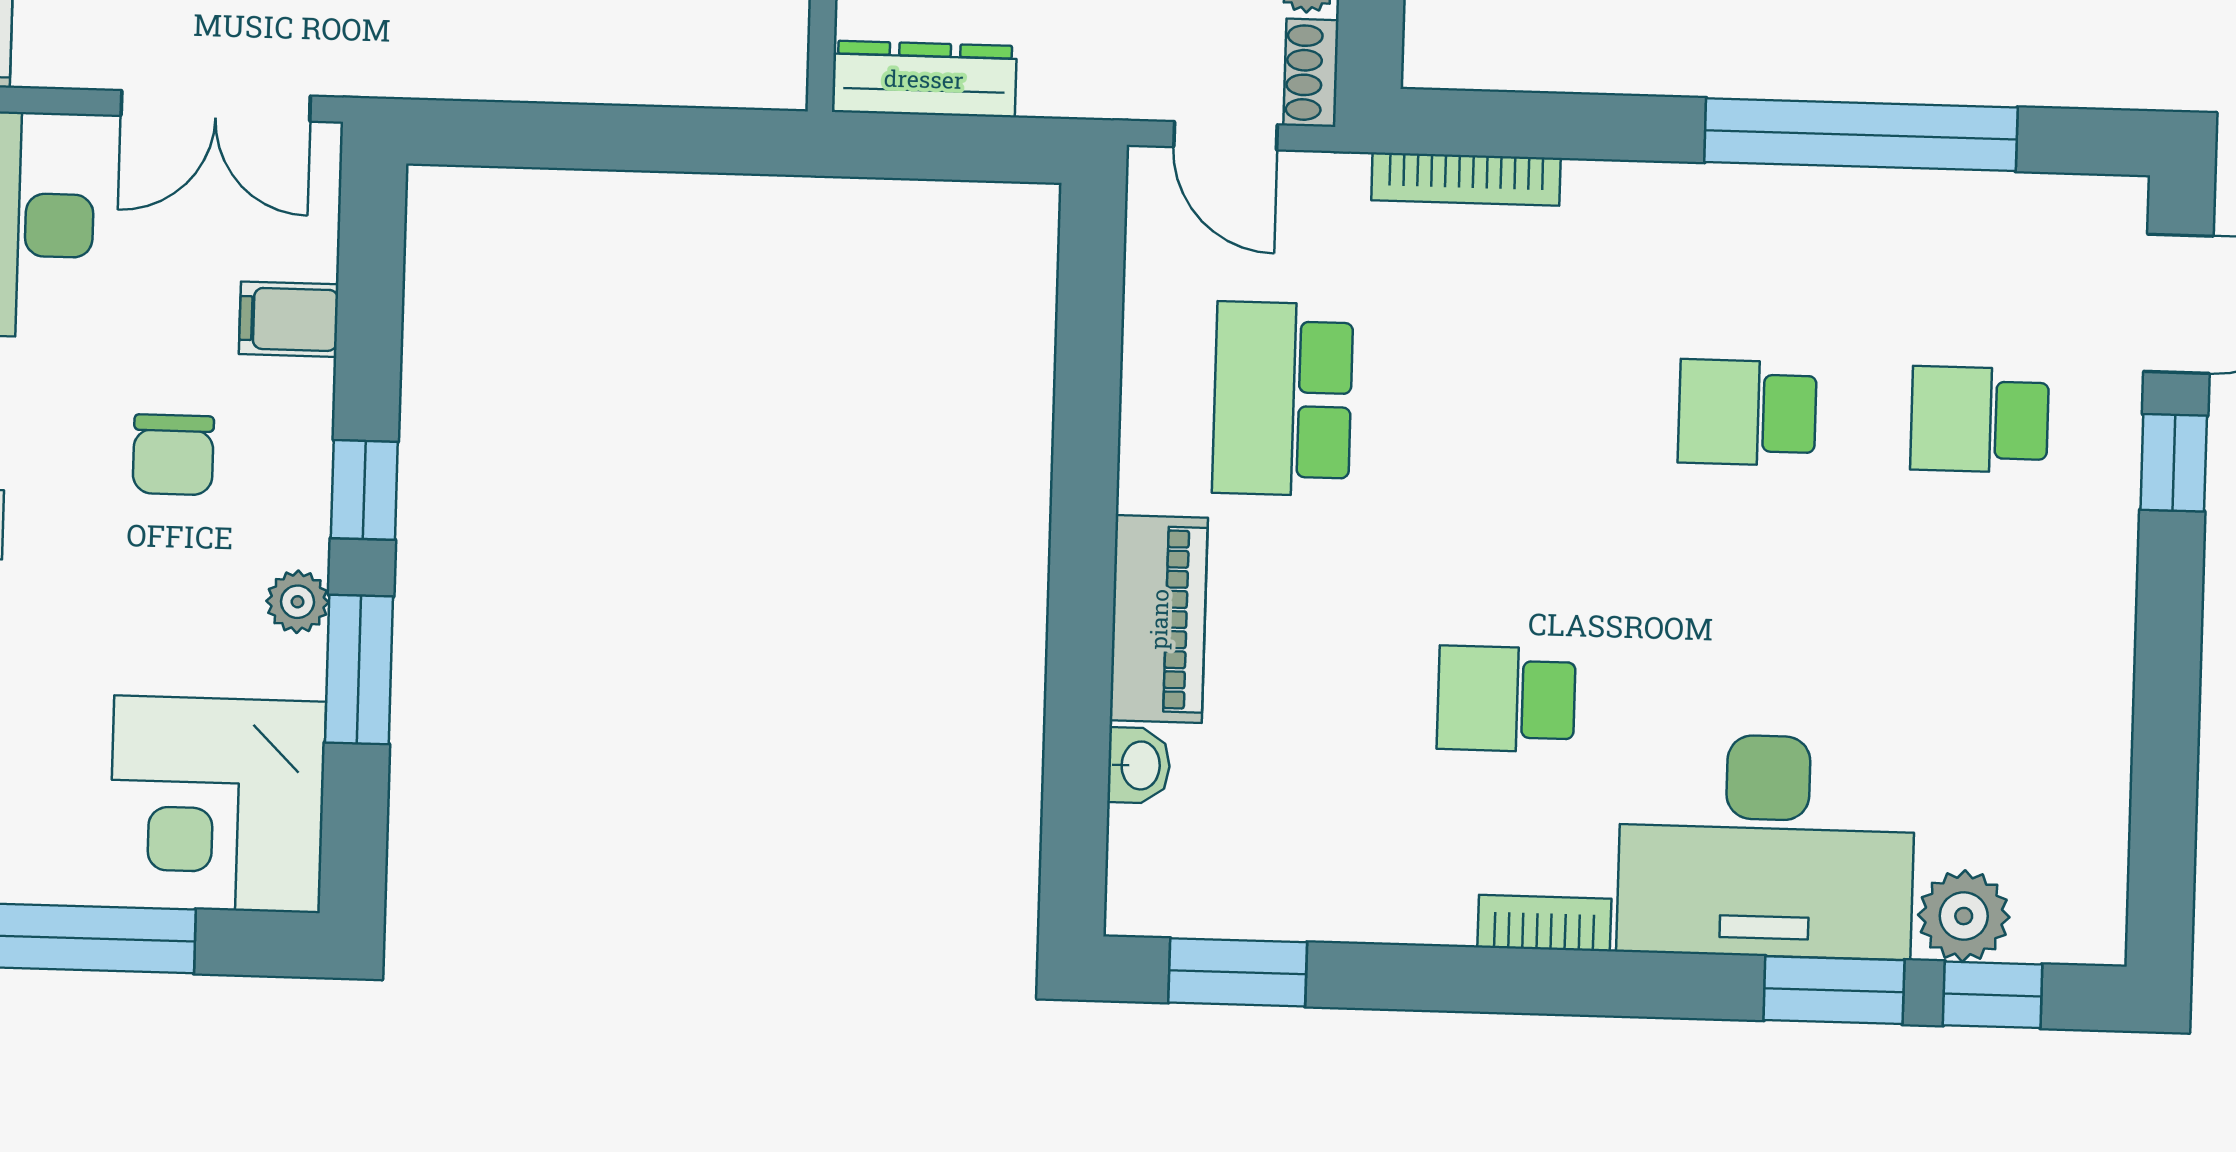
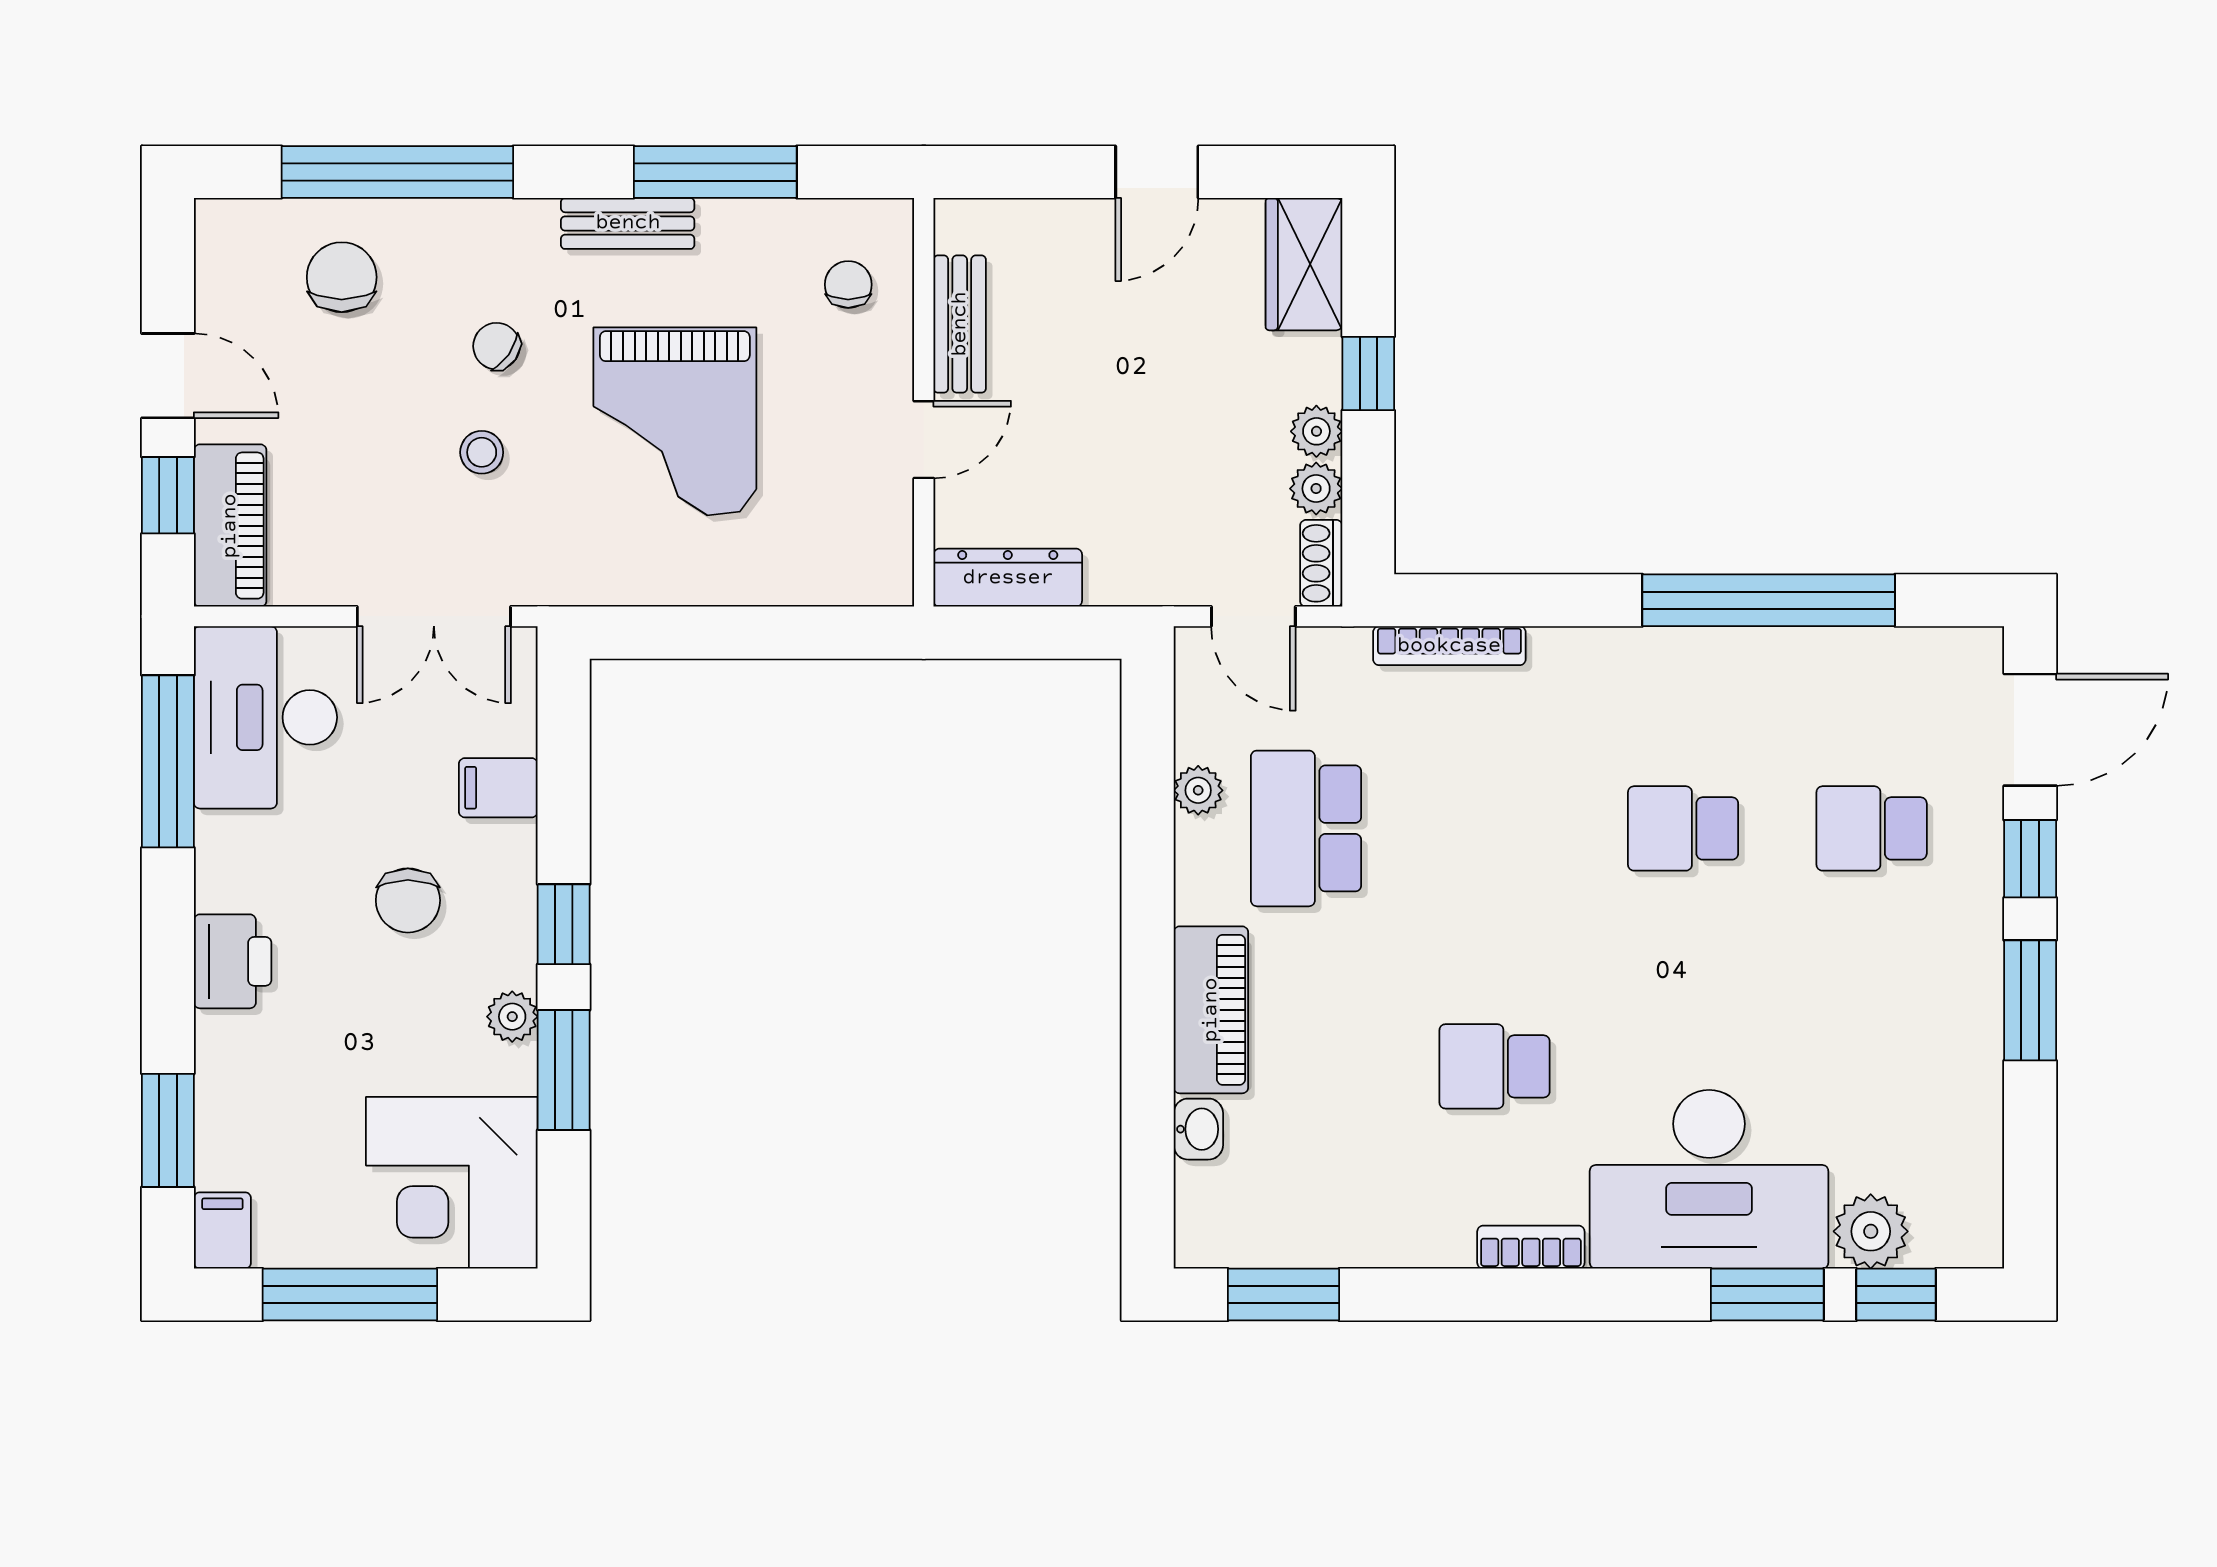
plant: (1151, 348) -> (1198, 790), added
window: (2169, 637) -> (2030, 1000), added

